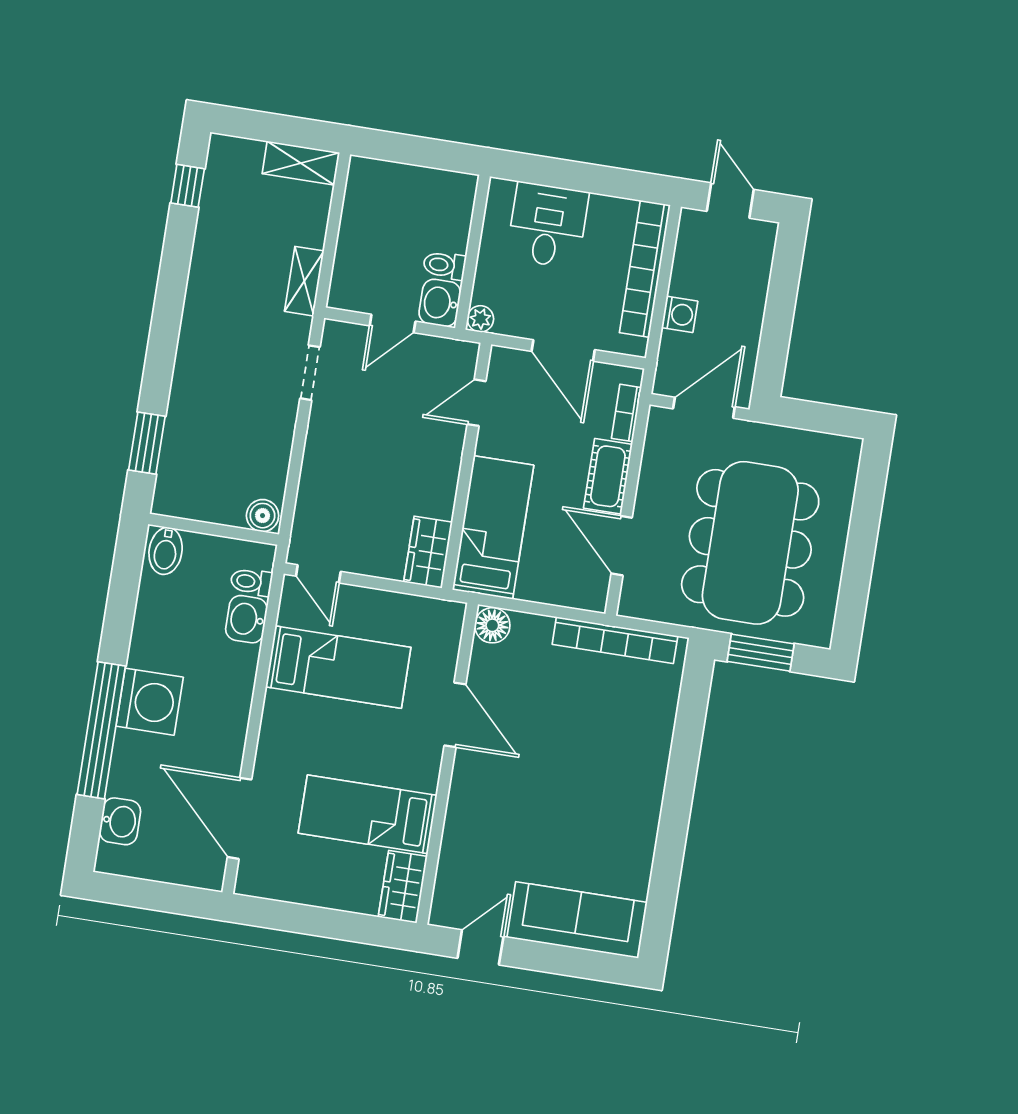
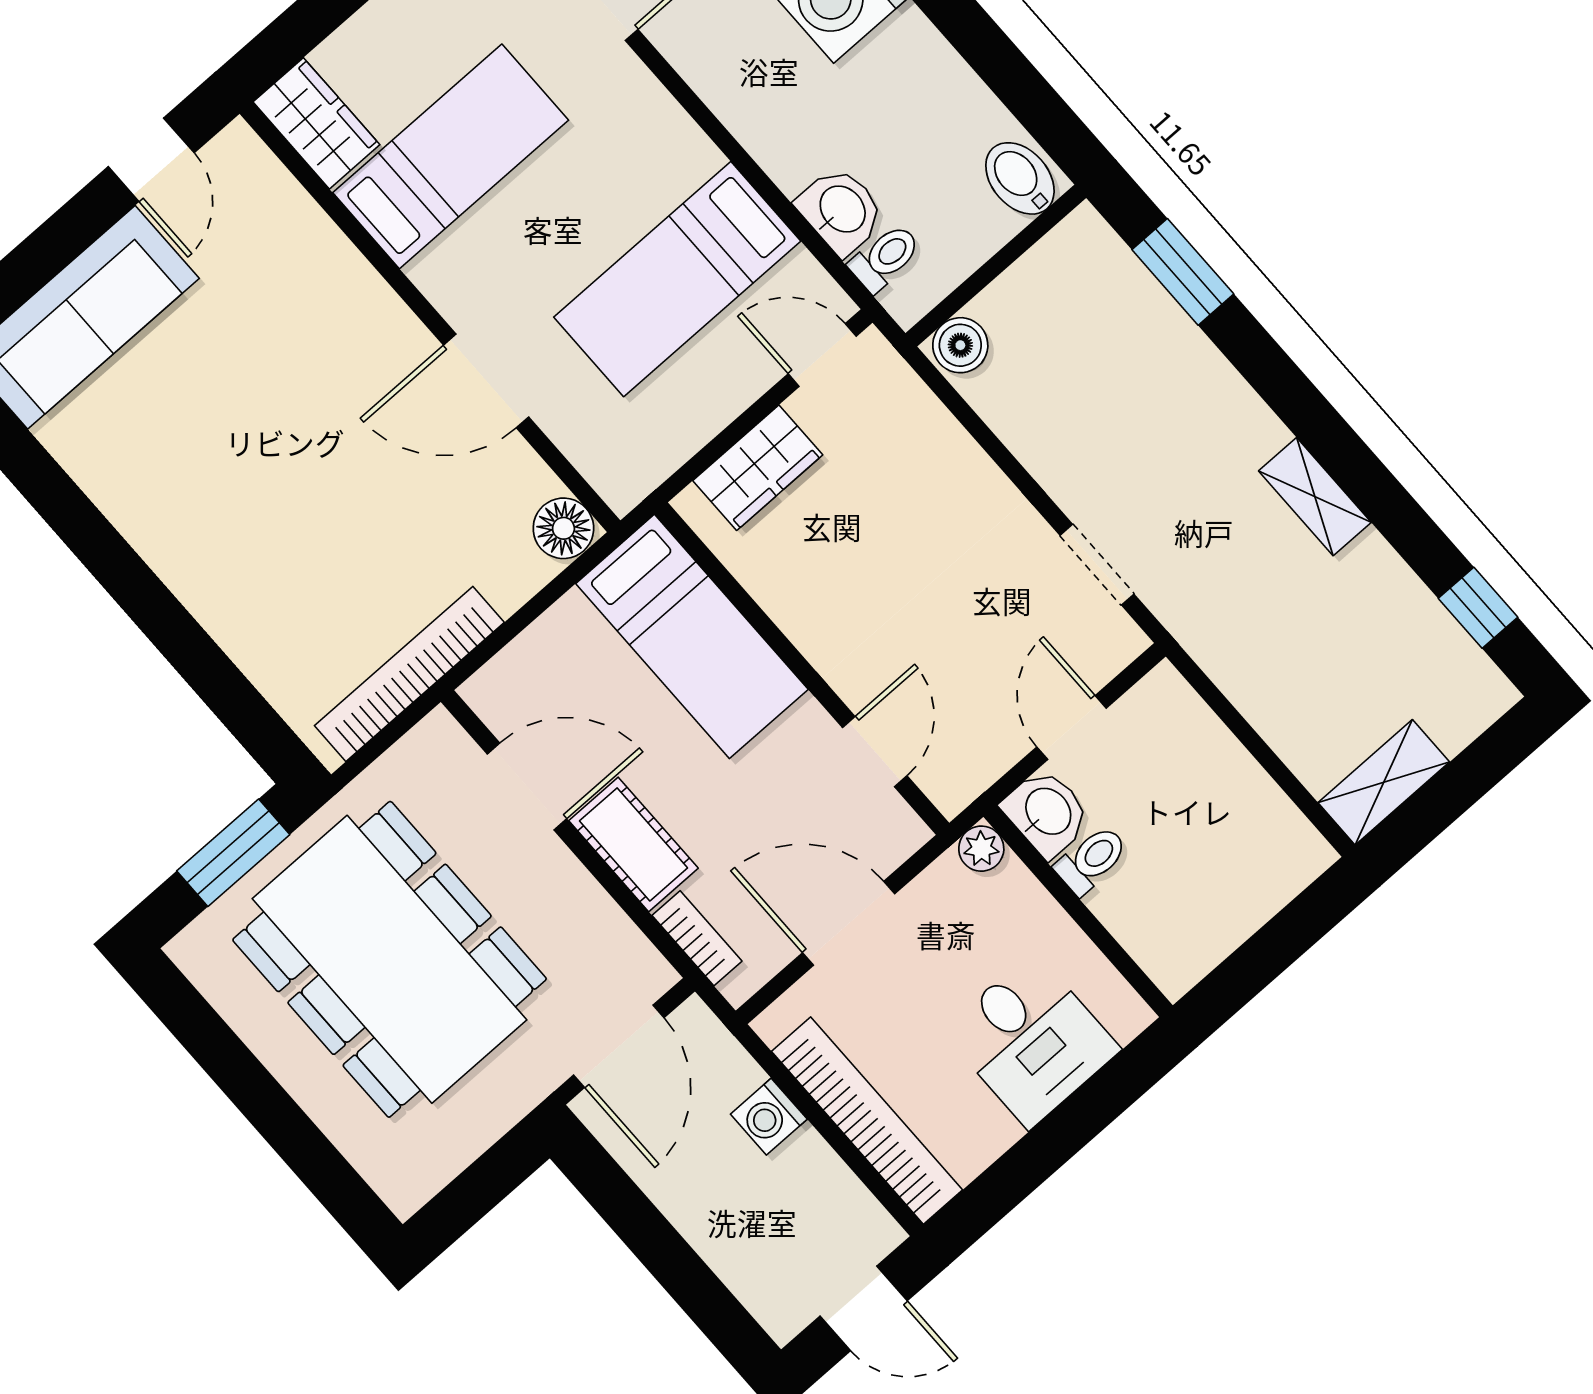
shelving: (304, 281) -> (1315, 497), moved
wardrobe: (428, 552) -> (758, 468), moved, turned 90

